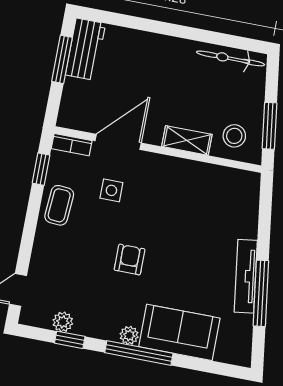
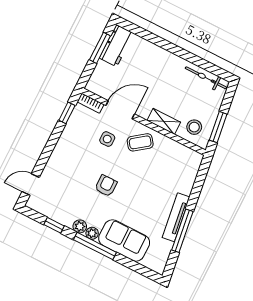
coffee table: (59, 205) -> (140, 142), moved, turned 49
plant: (63, 322) -> (80, 226), moved

